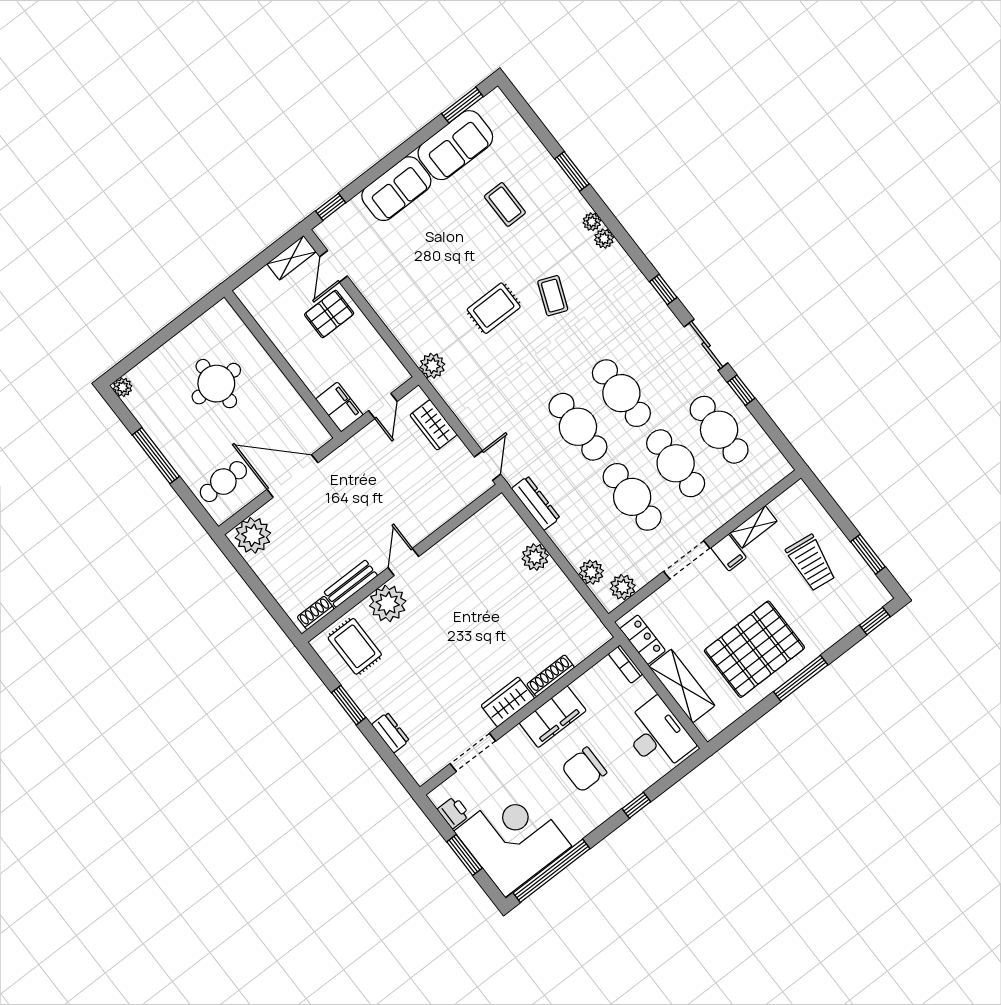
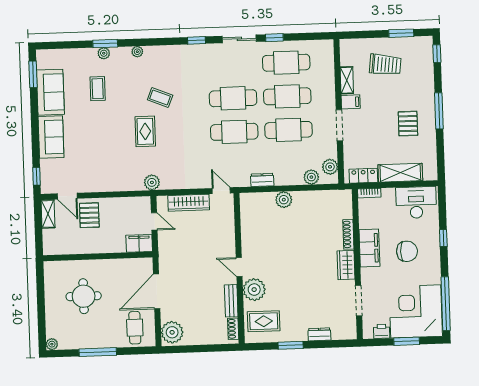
coffee table: (505, 204) -> (98, 89), turned 90
plant: (604, 239) -> (104, 53), moved
wardrobe: (434, 425) -> (189, 203), width x1.50
dresser: (536, 503) -> (262, 180), width x0.70
pallet: (754, 649) -> (408, 124), width x0.49, depth x0.50
chair: (584, 770) -> (407, 251), turned -90

